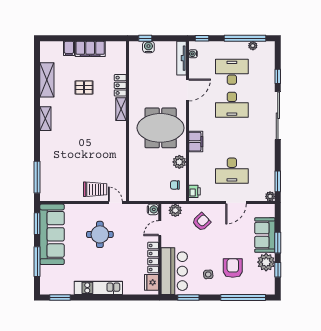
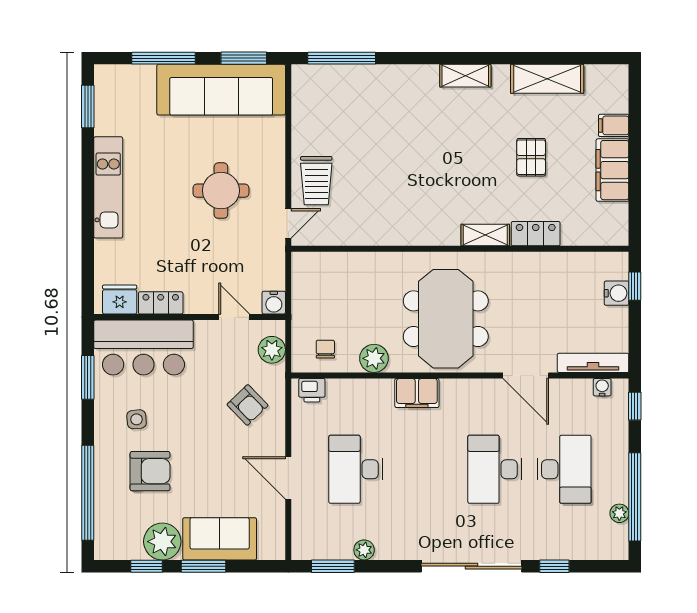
plant: (270, 196) -> (364, 550), moved
locker: (153, 257) -> (161, 303), width x0.66

